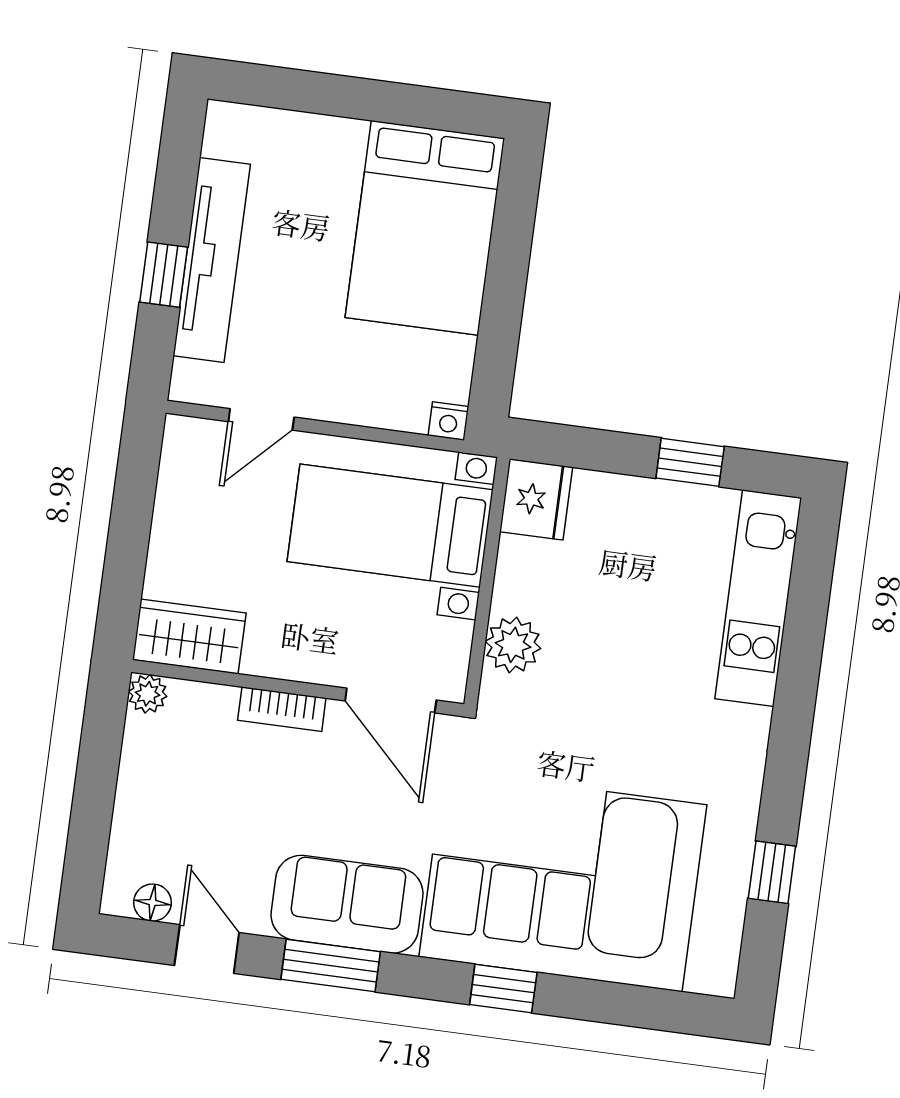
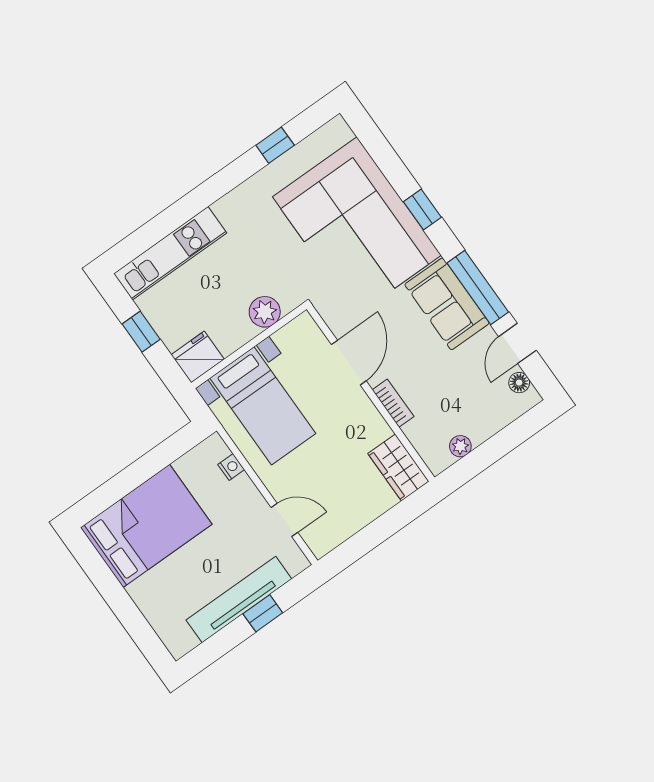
nightstand: (448, 421) -> (231, 467), moved
fridge: (536, 499) -> (198, 357), moved
bed with nightstands: (390, 526) -> (263, 406), moved
wall: (487, 581) -> (249, 346), moved
plant: (513, 645) -> (265, 312), moved
plant: (148, 694) -> (460, 446), moved
window: (331, 966) -> (478, 288), width x1.44

